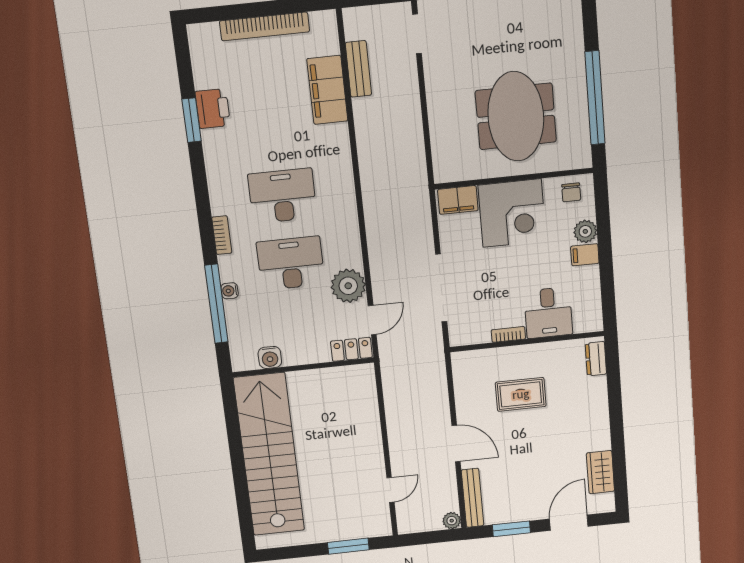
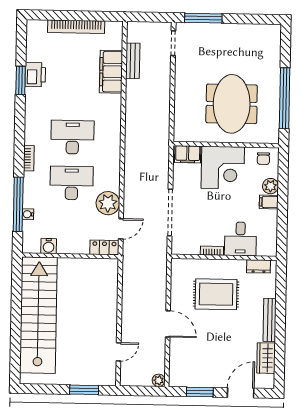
water cooler: (230, 291) -> (28, 214), moved
dresser: (596, 359) -> (259, 266), moved, turned -90
rug: (521, 394) -> (216, 294), width x1.36, depth x1.43
bench: (472, 498) -> (270, 320), moved

